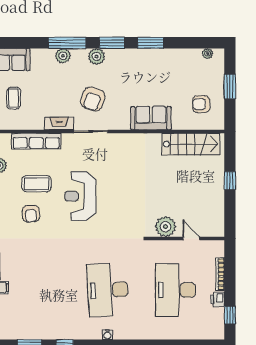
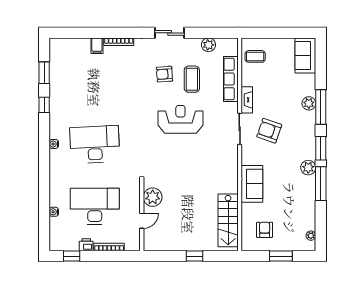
window: (151, 43) -> (321, 184), width x1.44
plant: (96, 56) -> (308, 168), moved
coffee table: (14, 98) -> (255, 56), moved
water cooler: (181, 335) -> (54, 212), added

